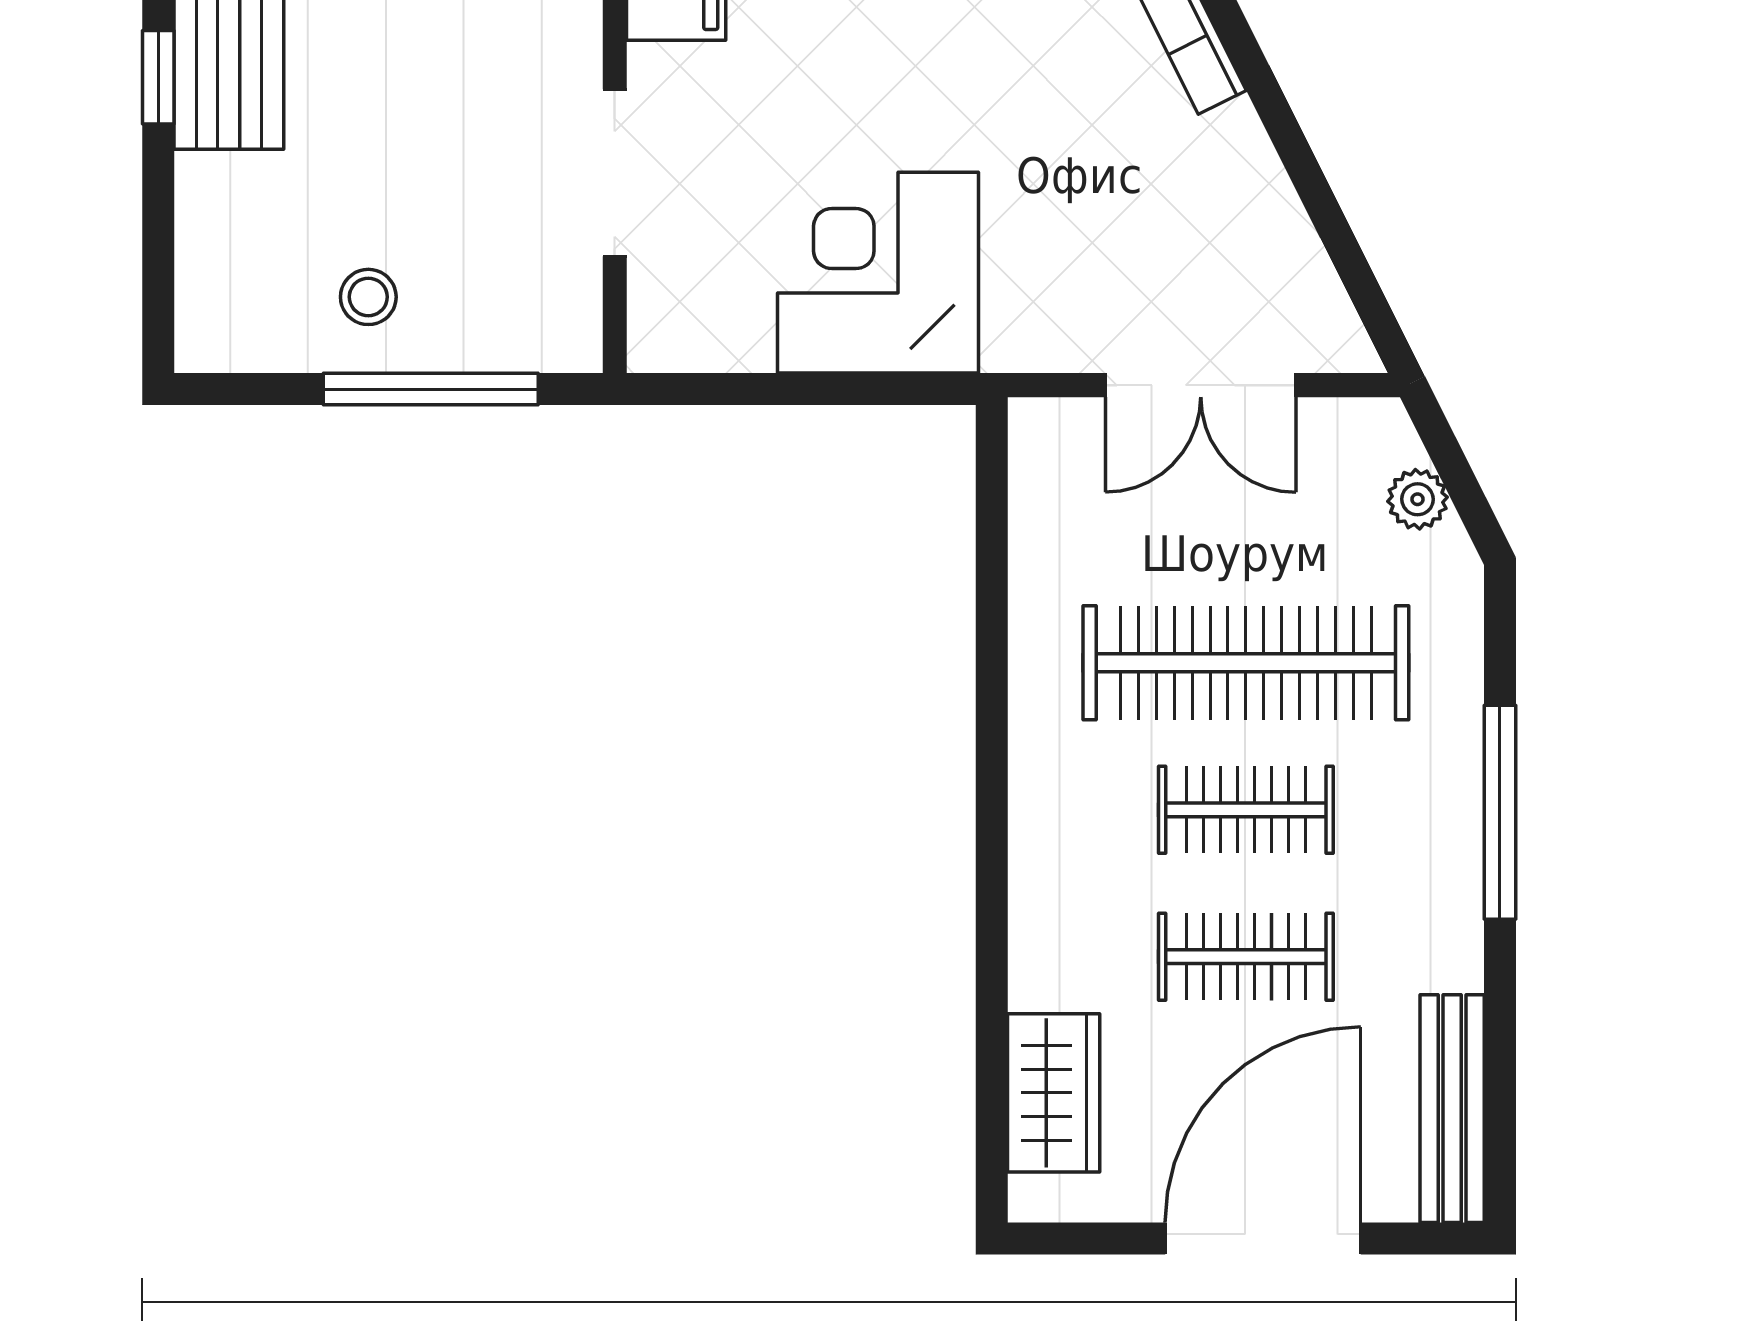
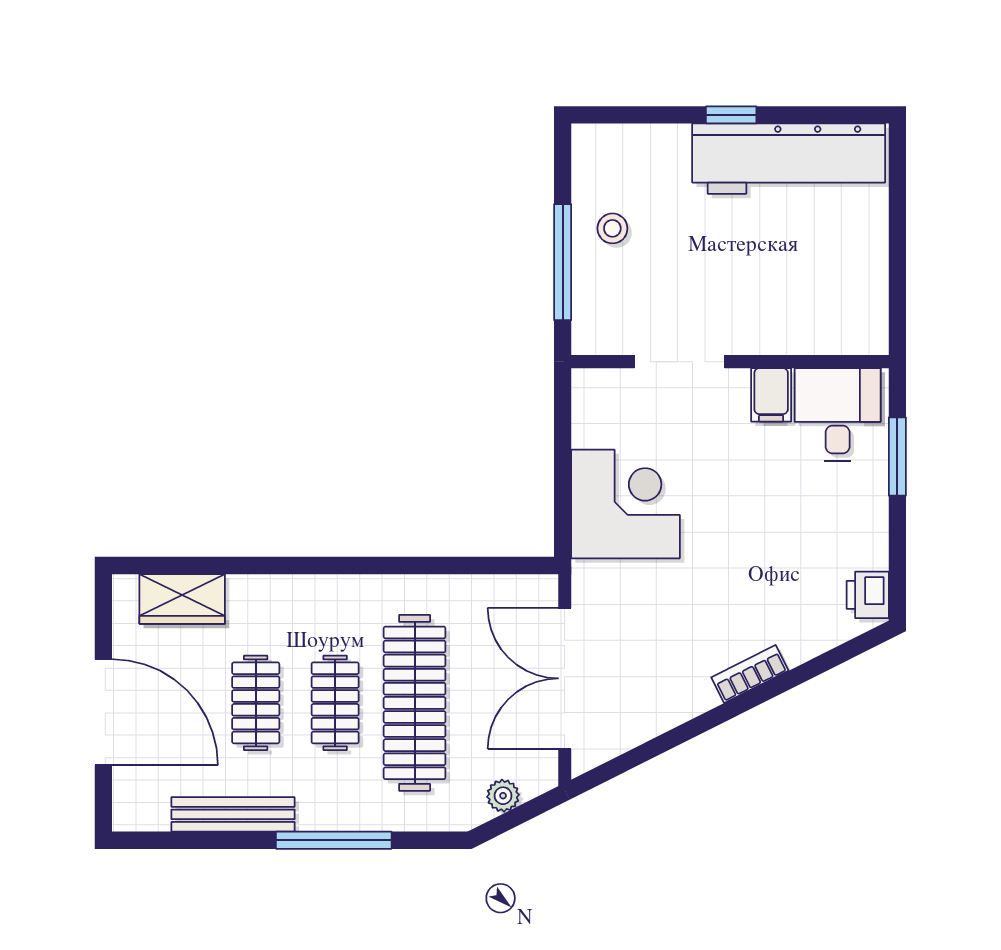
double door: (1201, 385) -> (565, 678), width x1.37
bench: (1452, 1109) -> (233, 814), moved

